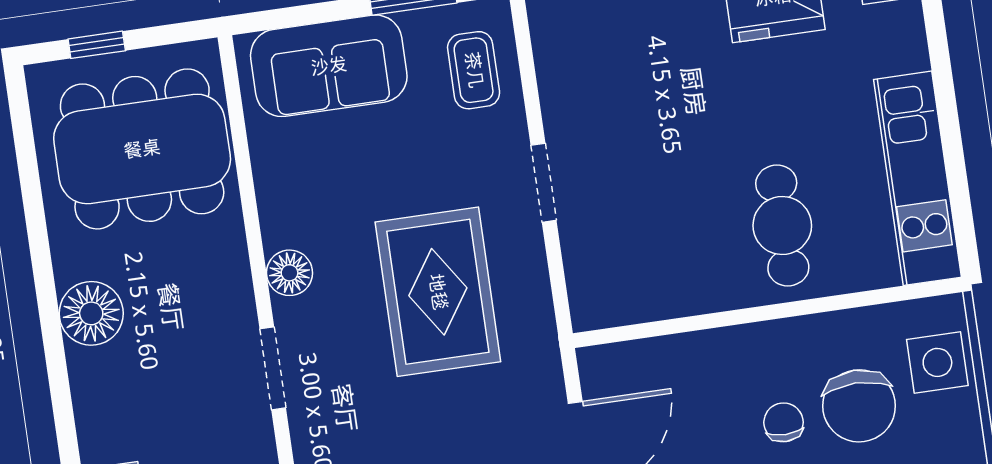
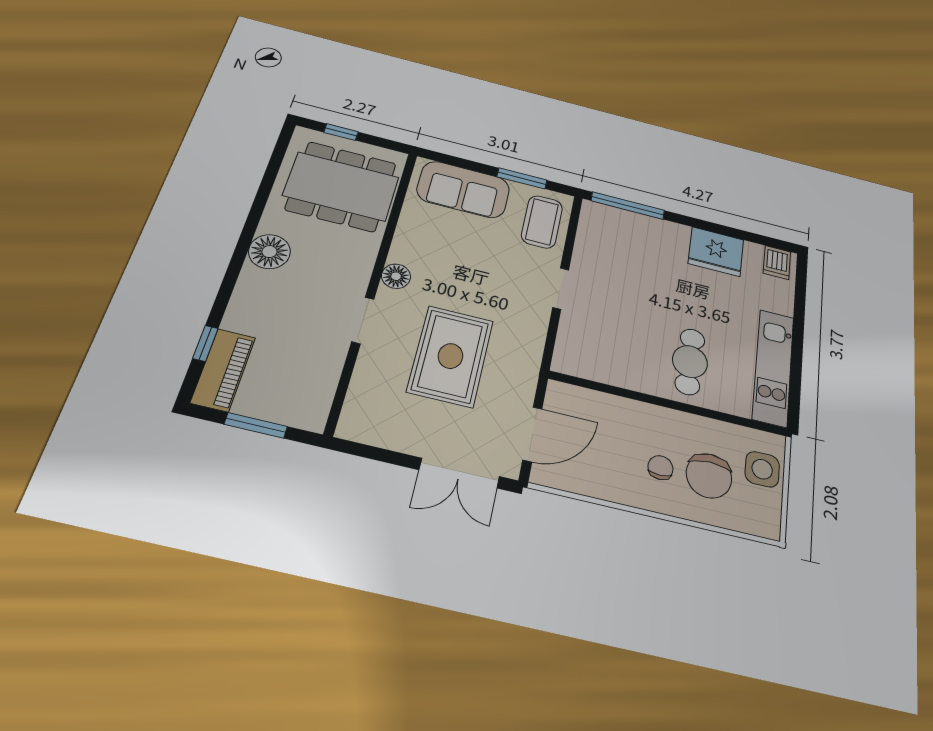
coffee table: (474, 70) -> (542, 222), width x1.36, depth x1.30
rug: (438, 292) -> (450, 356), moved

